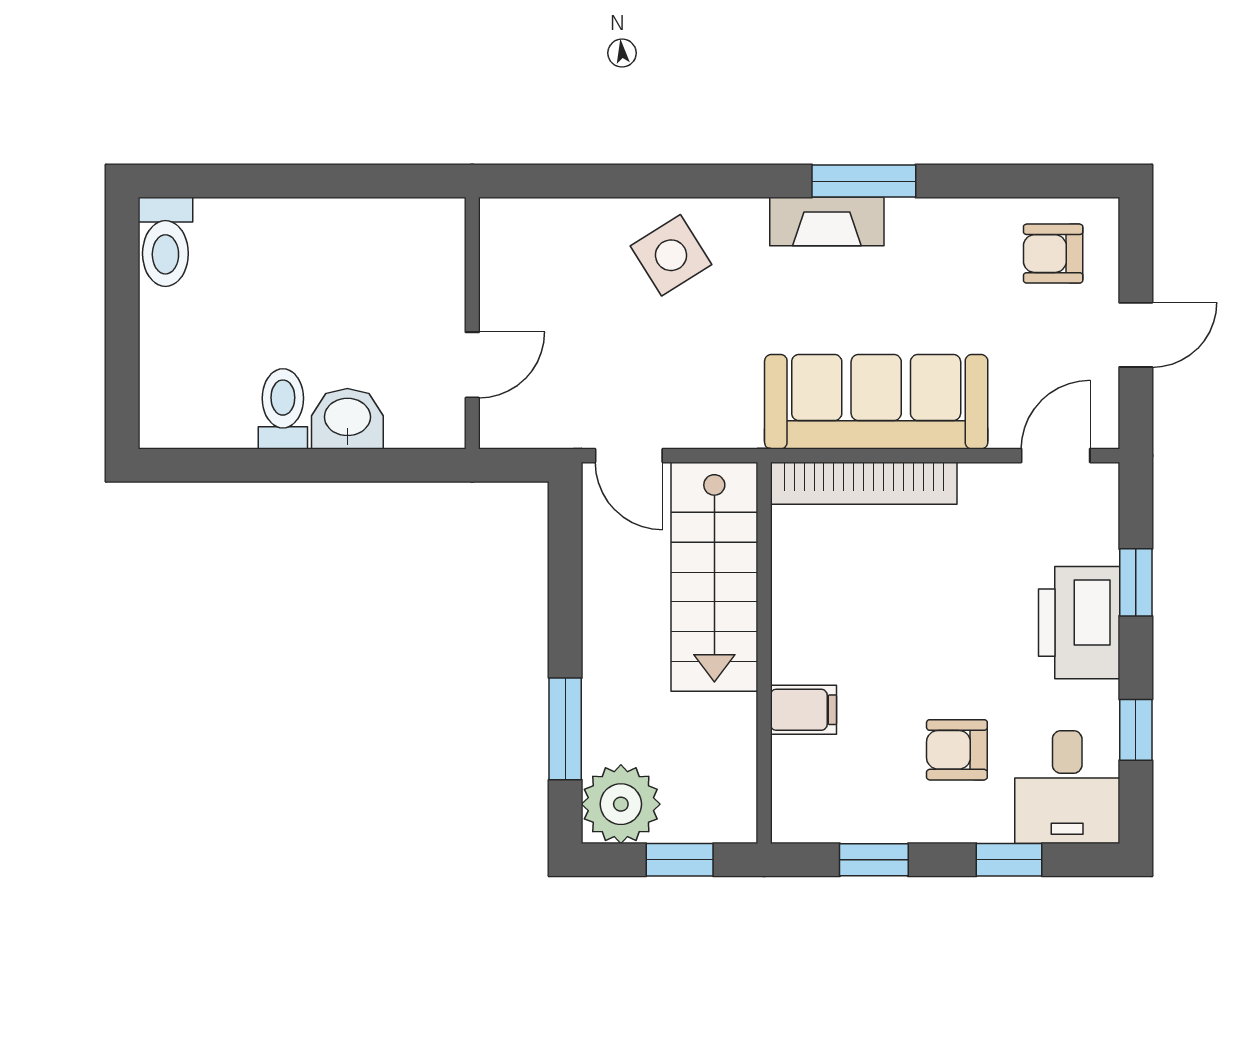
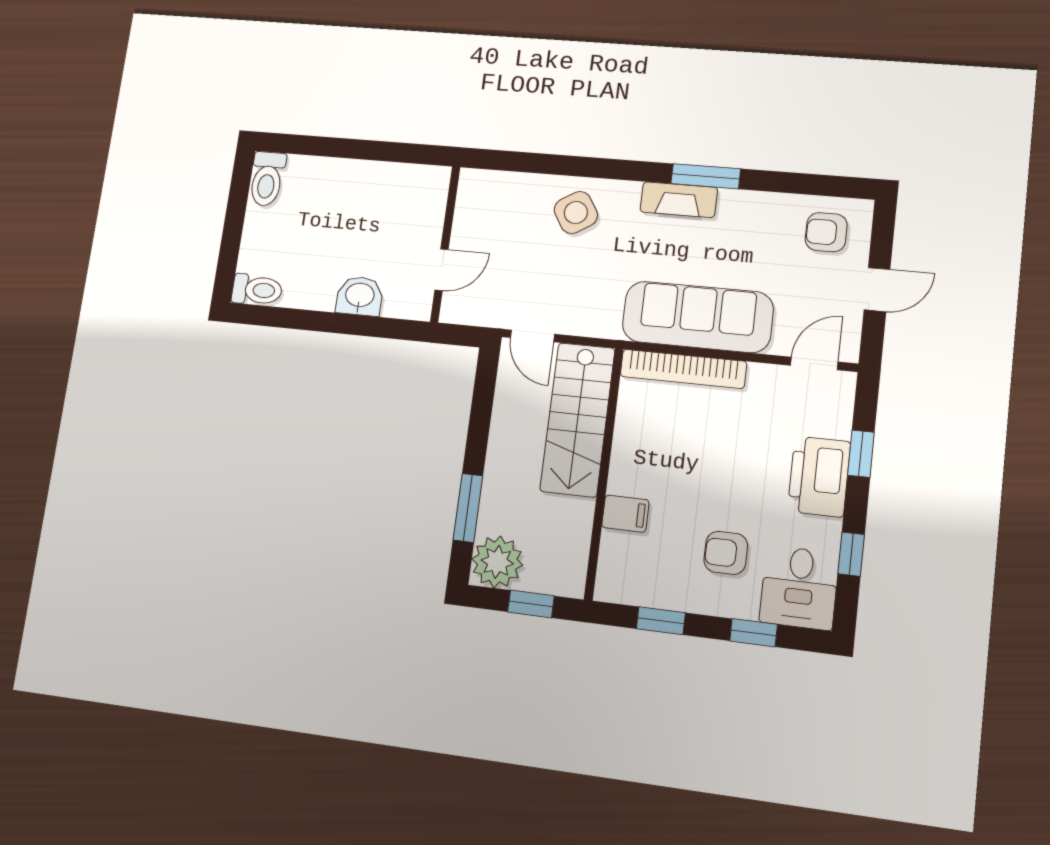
toilet: (283, 409) -> (257, 290), moved, turned 90

